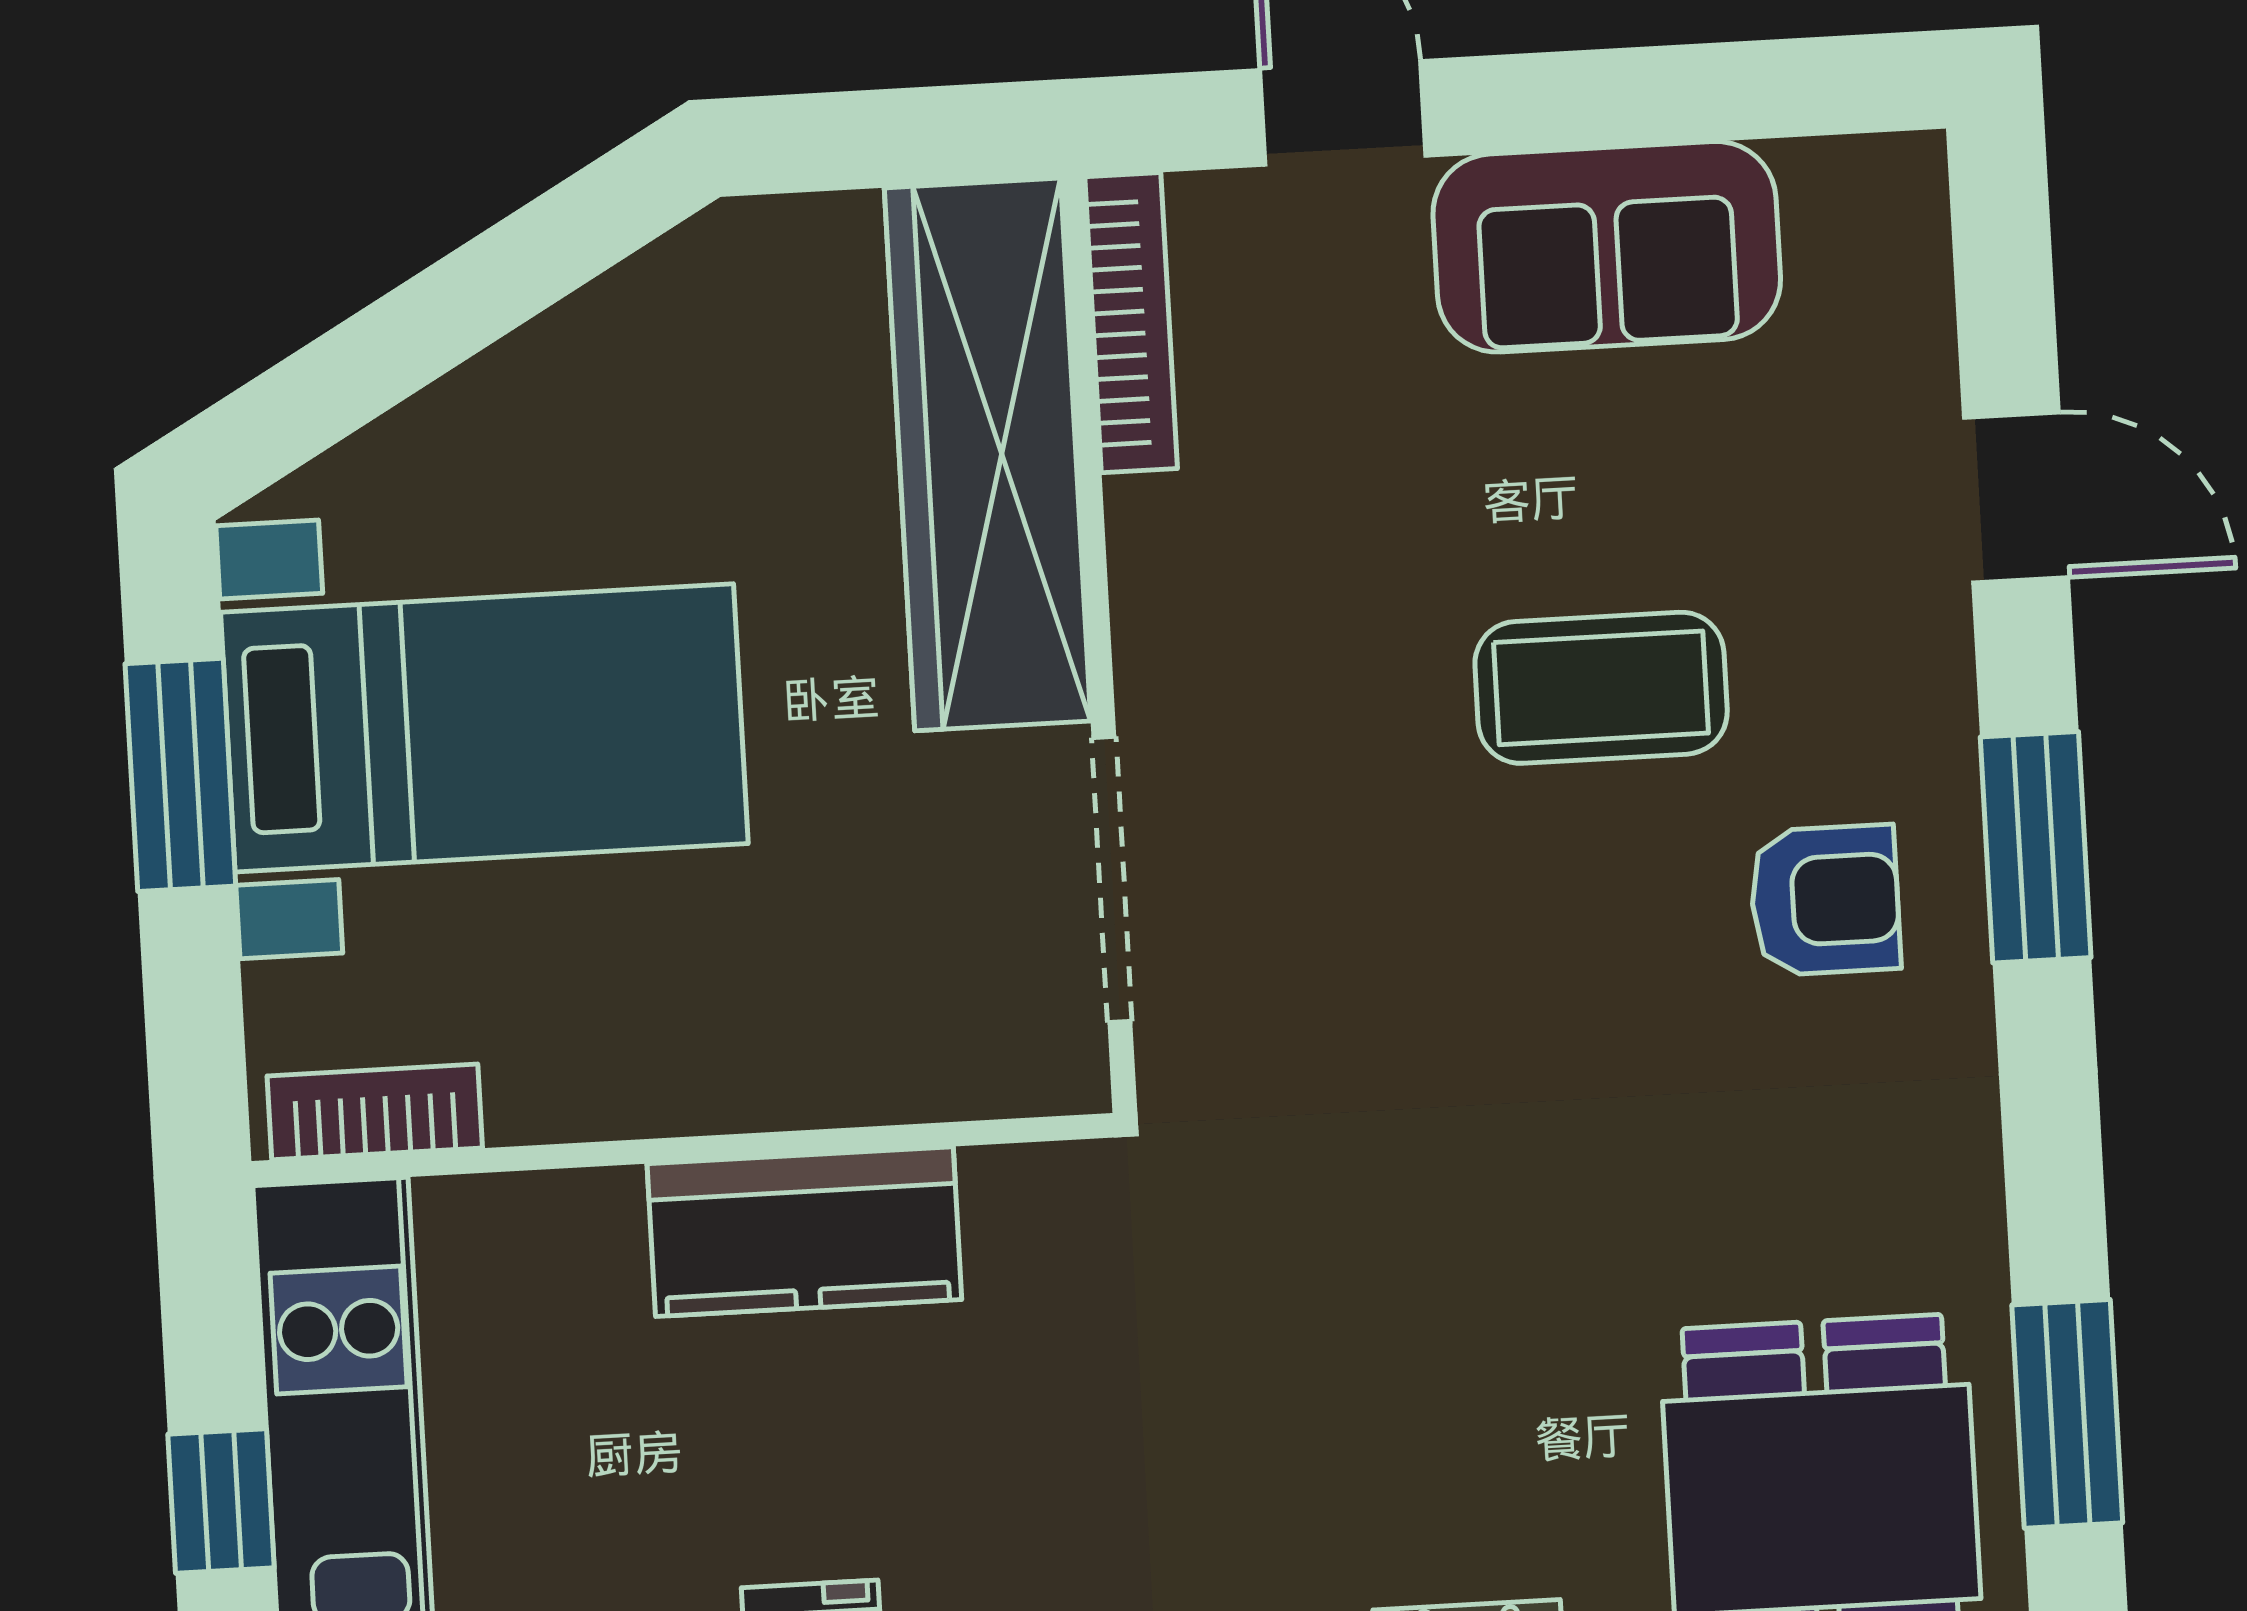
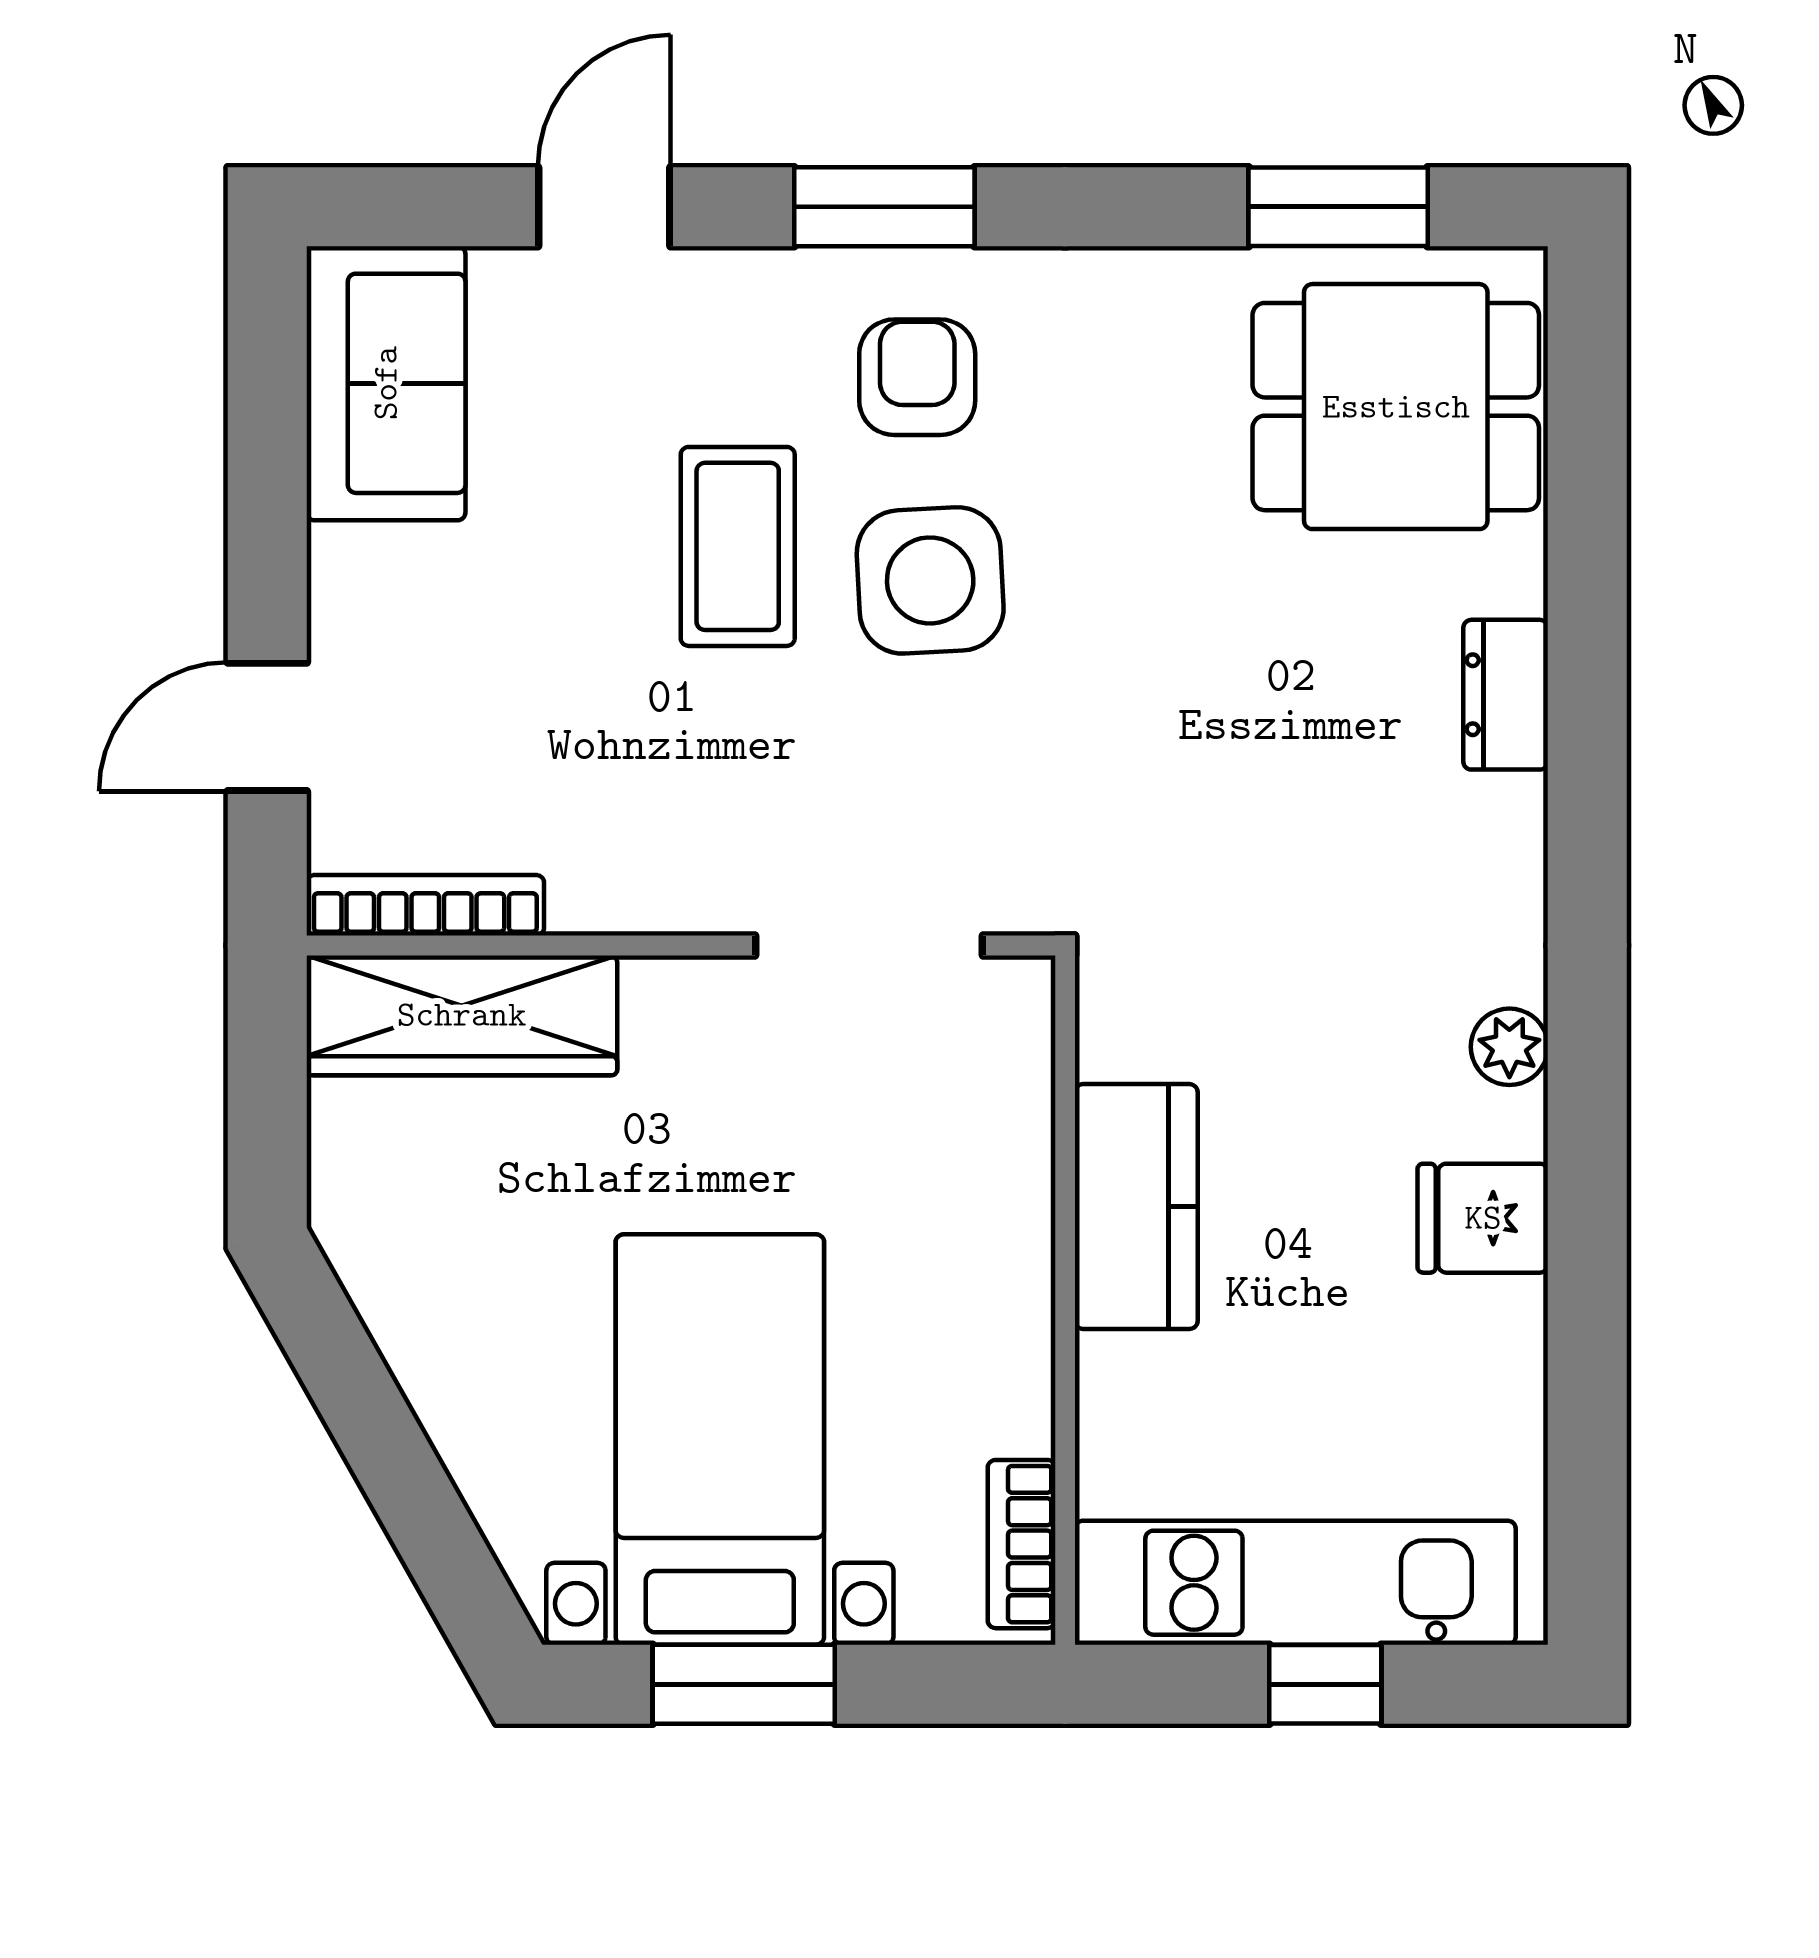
sofa: (1607, 247) -> (386, 383), moved
wardrobe: (988, 454) -> (462, 1015), width x0.71, depth x0.85
side table: (1572, 931) -> (930, 580), added

